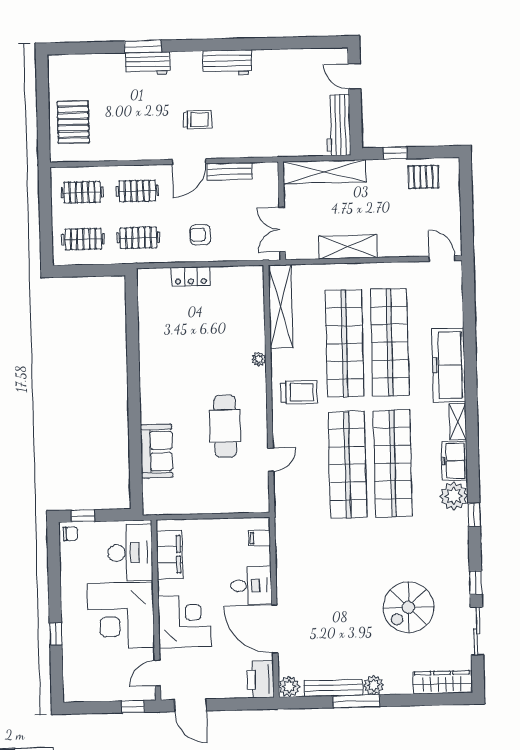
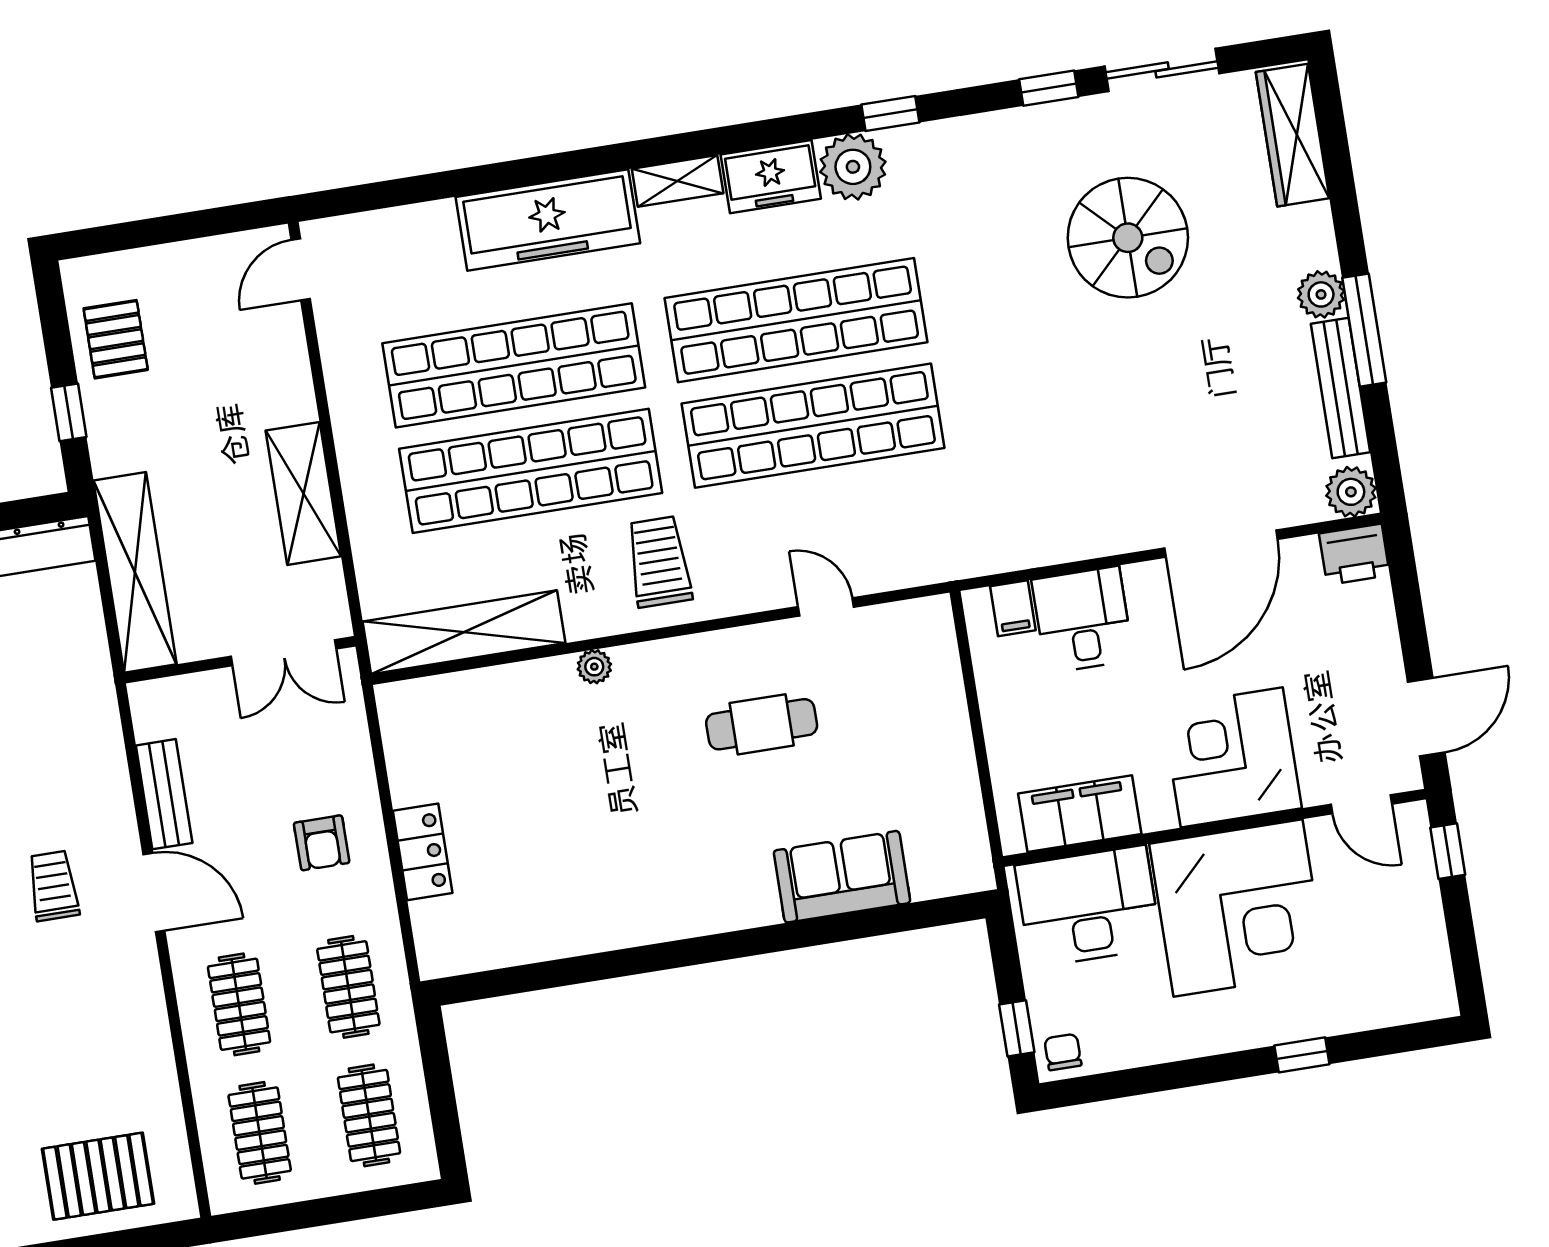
cafe table: (225, 426) -> (762, 724), width x0.73, depth x0.74
desk: (251, 586) -> (1083, 620), moved
printer: (260, 679) -> (1354, 554), width x0.73, depth x0.84

